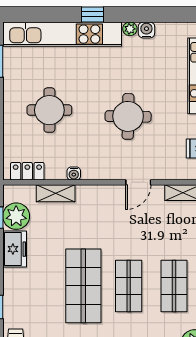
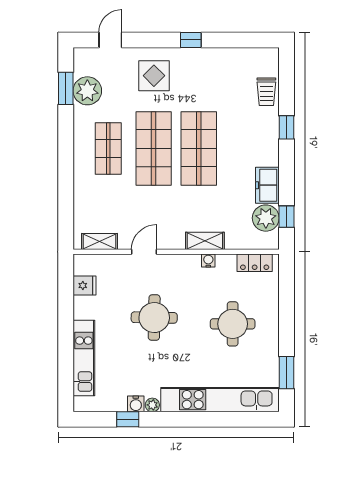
window: (92, 14) -> (128, 419), moved
shelving: (56, 193) -> (205, 241), moved
shop shelf: (129, 286) -> (154, 148), width x1.43, depth x1.36

